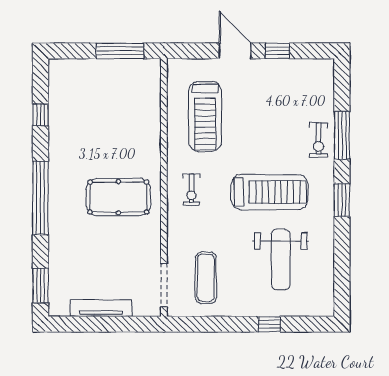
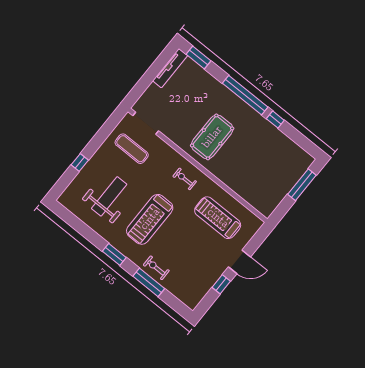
window: (120, 51) -> (302, 185), moved
window: (40, 115) -> (275, 120), moved
weight bench: (281, 259) -> (109, 196), turned 90
tv unit: (101, 308) -> (170, 68), moved

